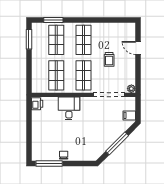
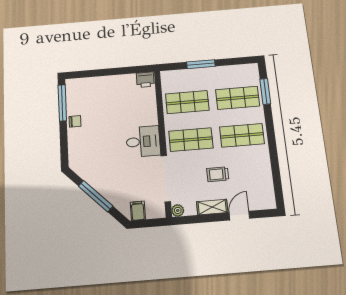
window: (29, 39) -> (201, 64), moved
shelving: (131, 65) -> (212, 207), added
desk: (69, 108) -> (143, 142), moved

